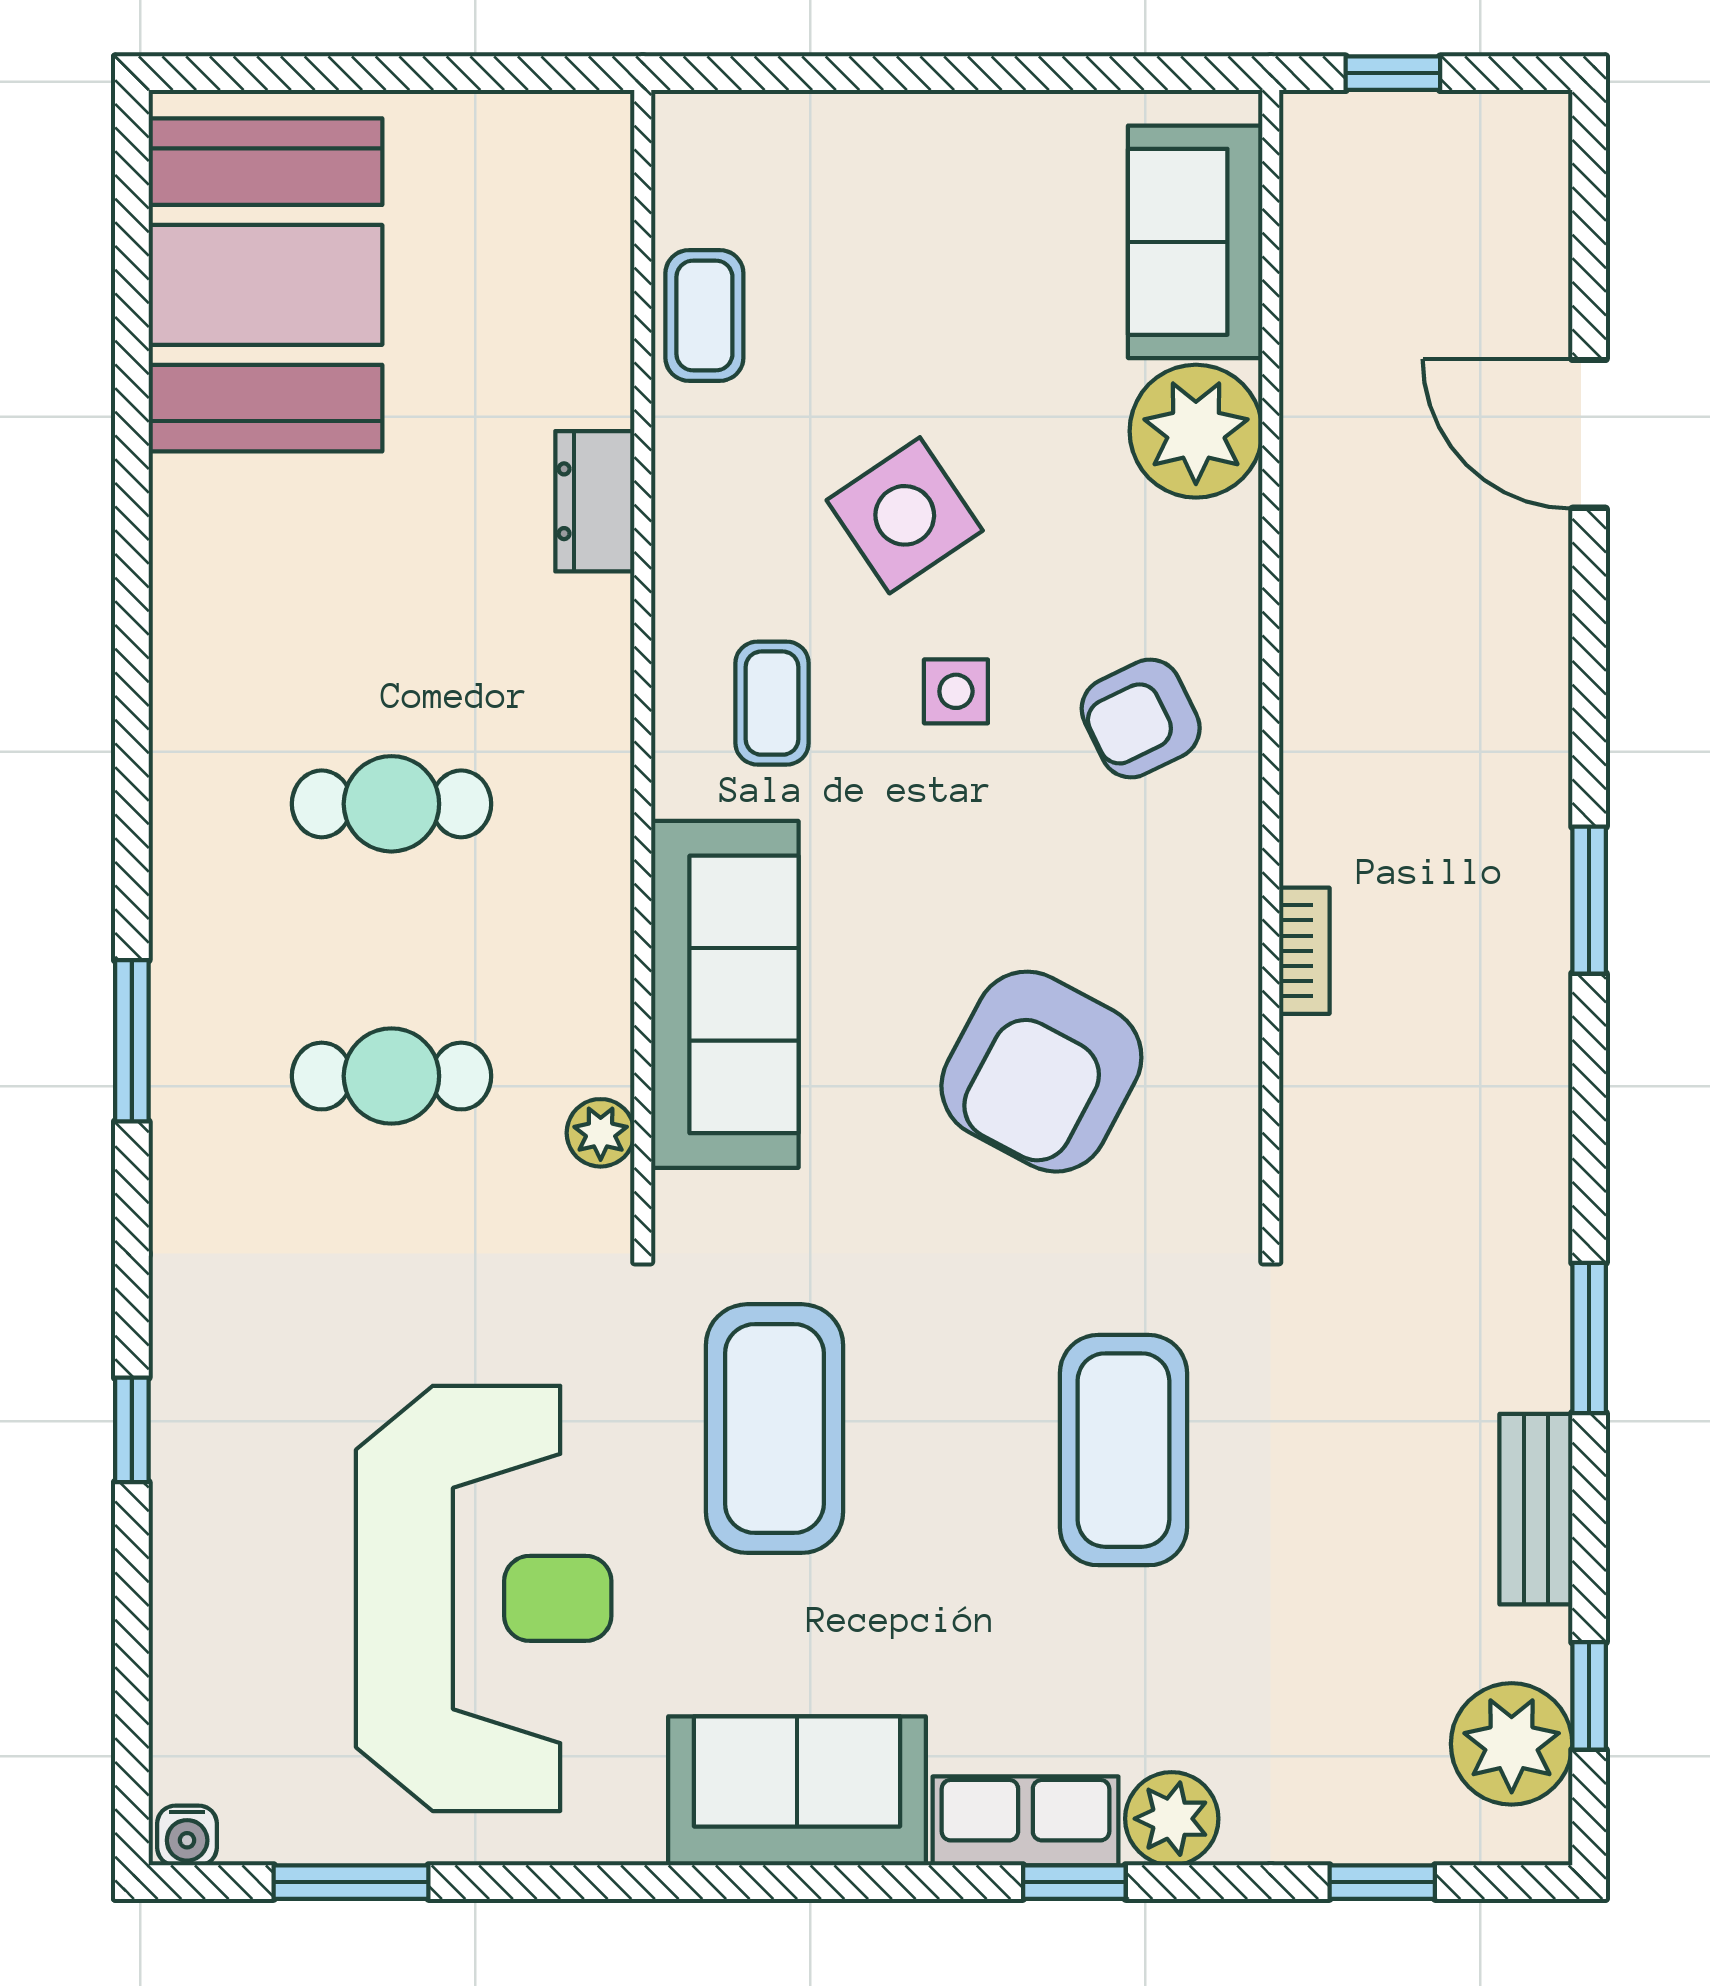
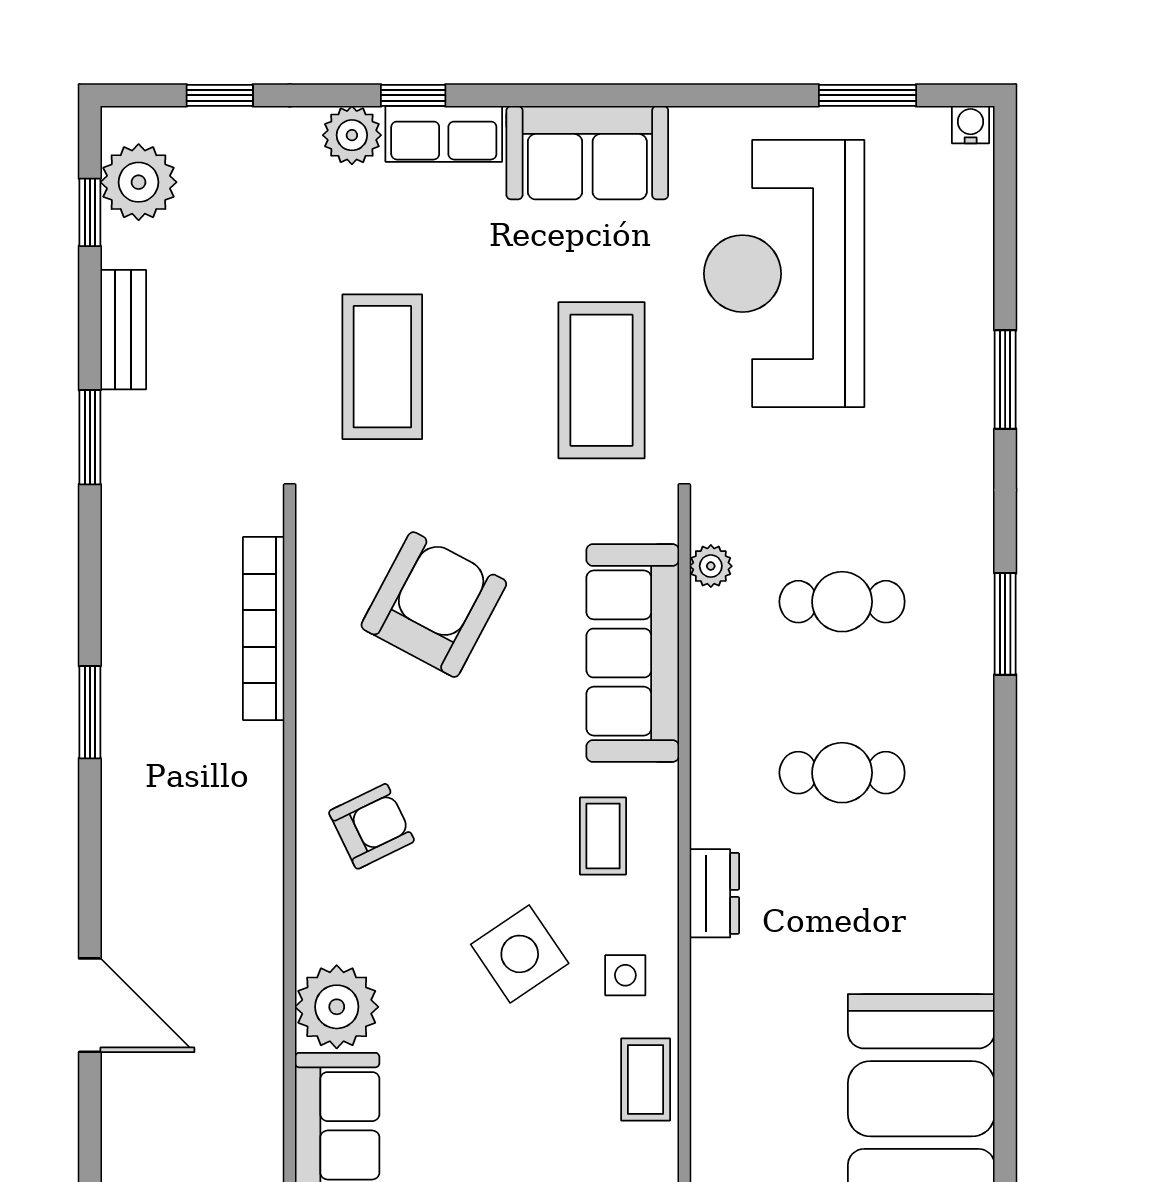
dresser: (595, 501) -> (714, 893), moved
side table: (956, 691) -> (625, 975), moved
bookcase: (1304, 951) -> (264, 628), width x2.31, depth x1.31
window: (132, 1430) -> (1005, 379), width x1.50

